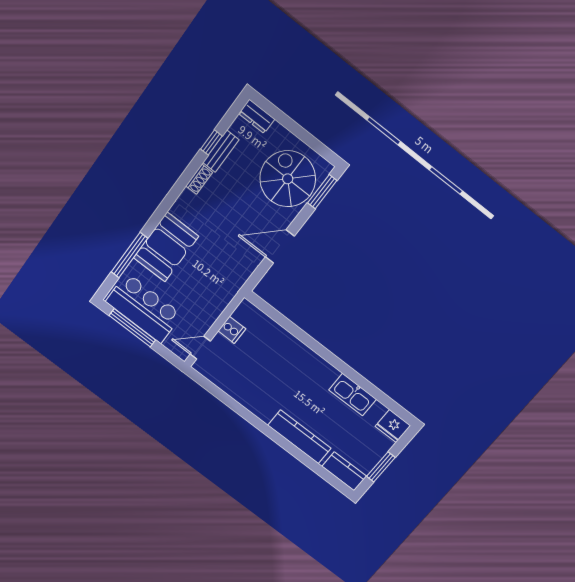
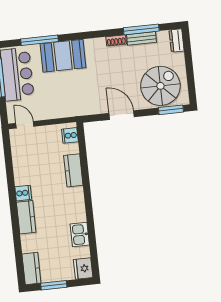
window: (211, 143) -> (141, 29), width x2.17
cooker: (232, 330) -> (70, 135), moved, turned 90
kitchen counter: (289, 345) -> (73, 170), added
kitchen sink: (353, 395) -> (80, 235), width x0.73
cooker: (265, 411) -> (23, 193), added
kitchen counter: (299, 437) -> (26, 217), width x0.67

